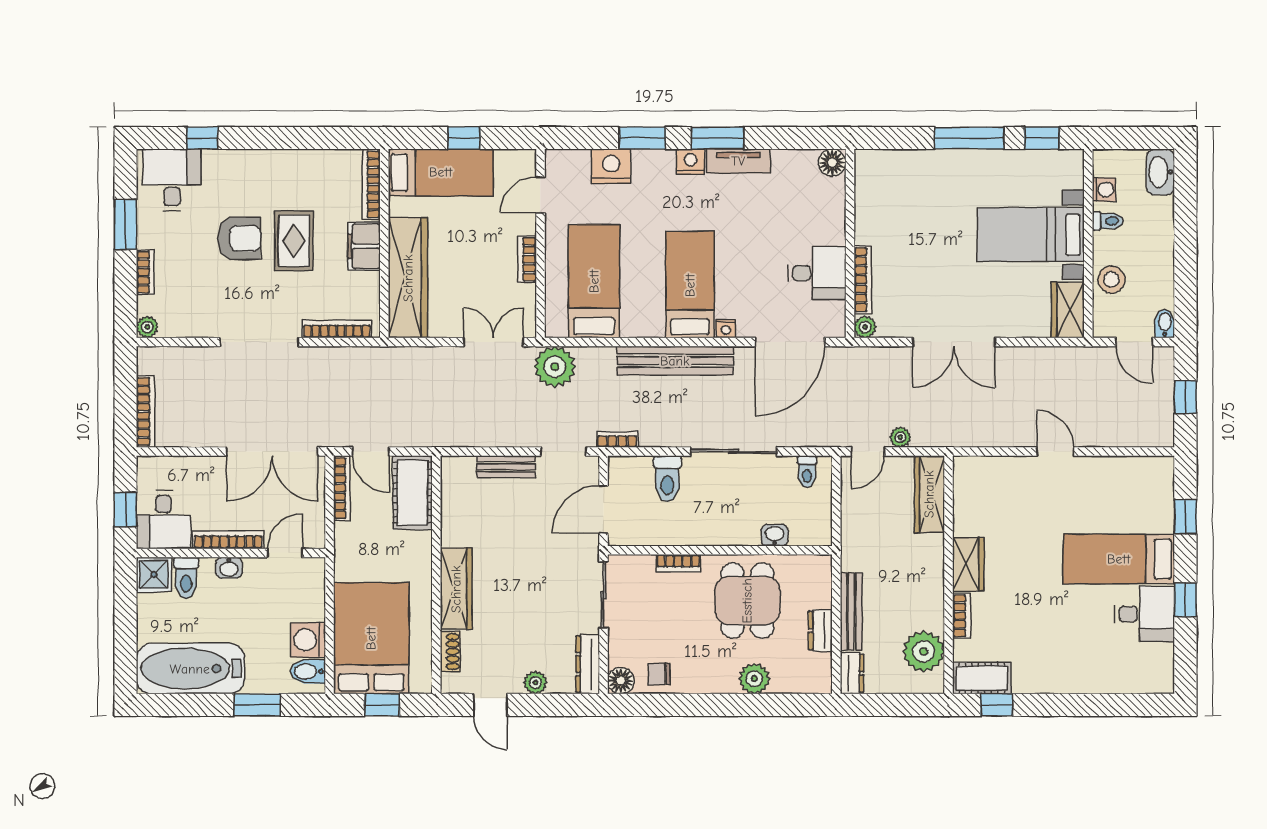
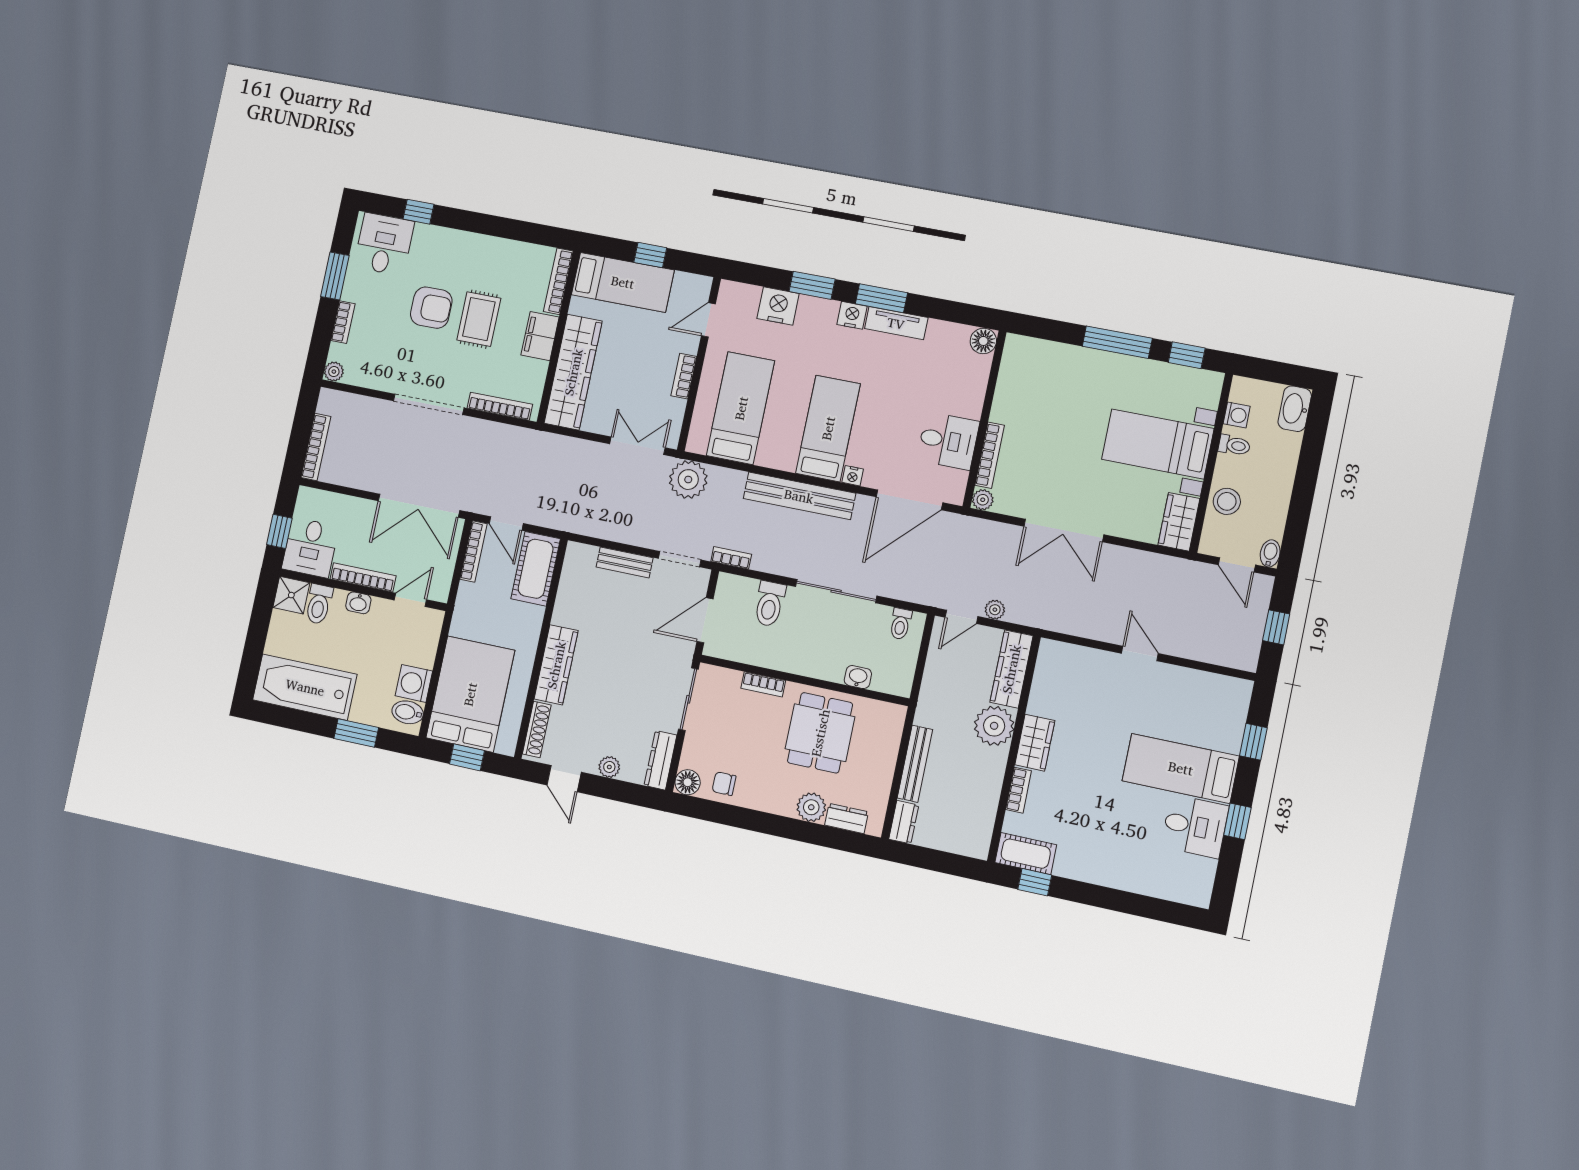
dresser: (820, 630) -> (846, 818), moved, turned 90
shoe rack: (450, 651) -> (537, 729), width x1.43
plant: (924, 651) -> (994, 726), moved

